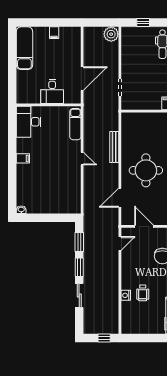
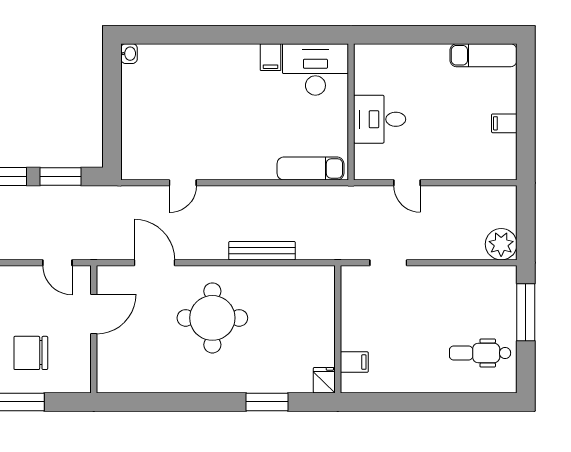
window: (143, 23) -> (526, 312), width x2.17
exam couch: (24, 48) -> (484, 55), width x0.73, depth x0.69
door: (82, 79) -> (407, 183), width x0.53
filing cabinet: (23, 158) -> (271, 57), moved
door: (82, 158) -> (183, 183), moved

